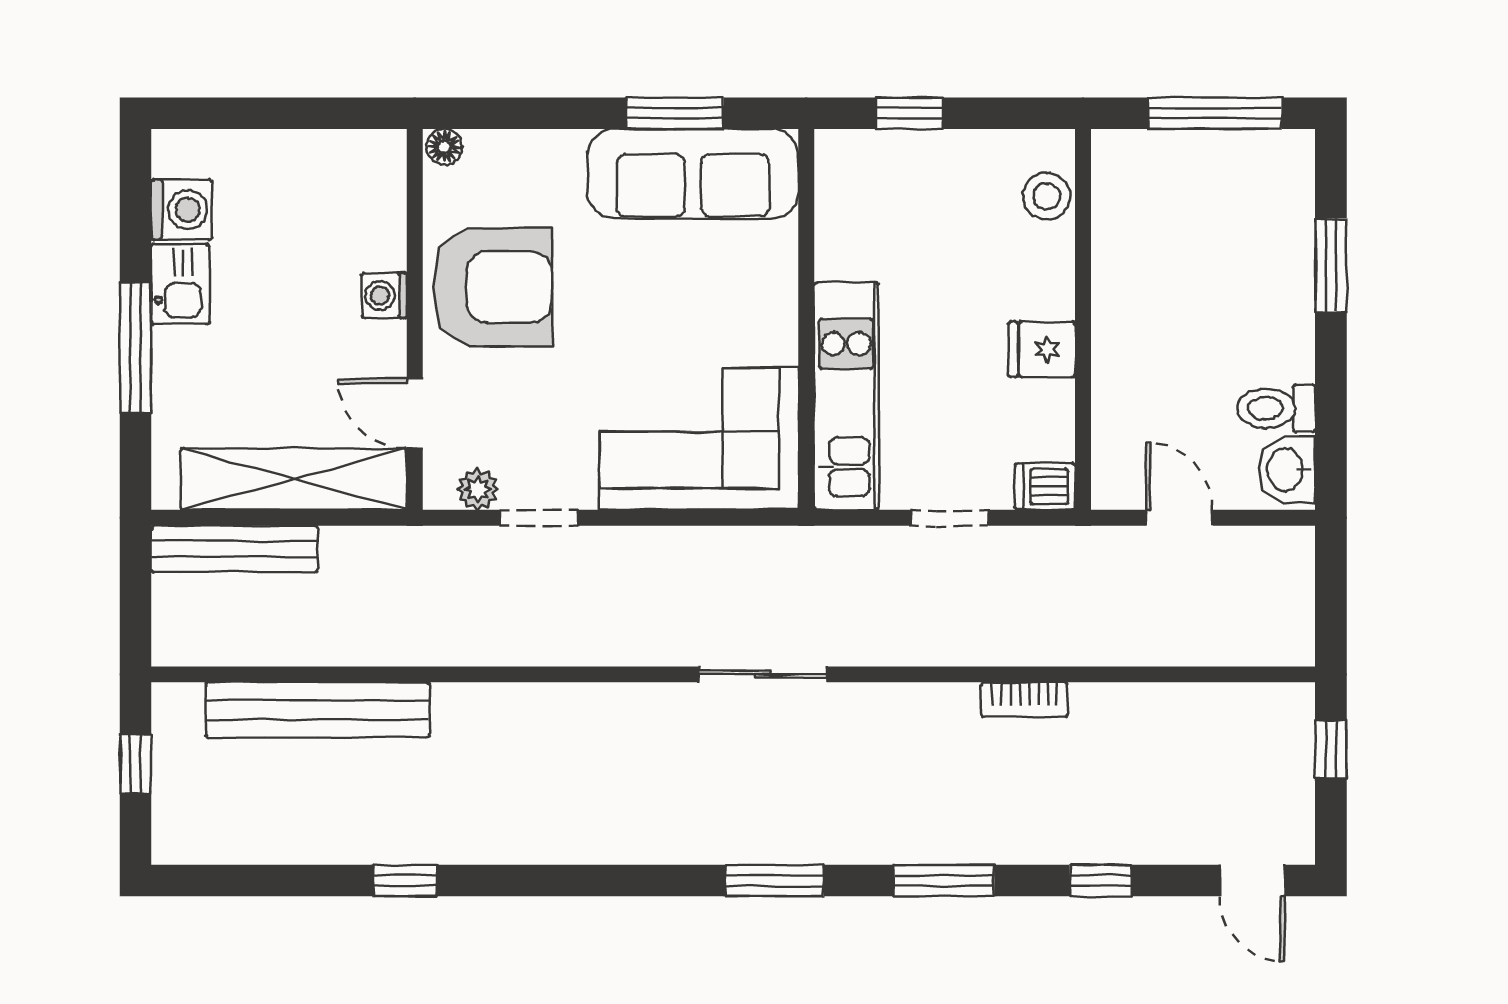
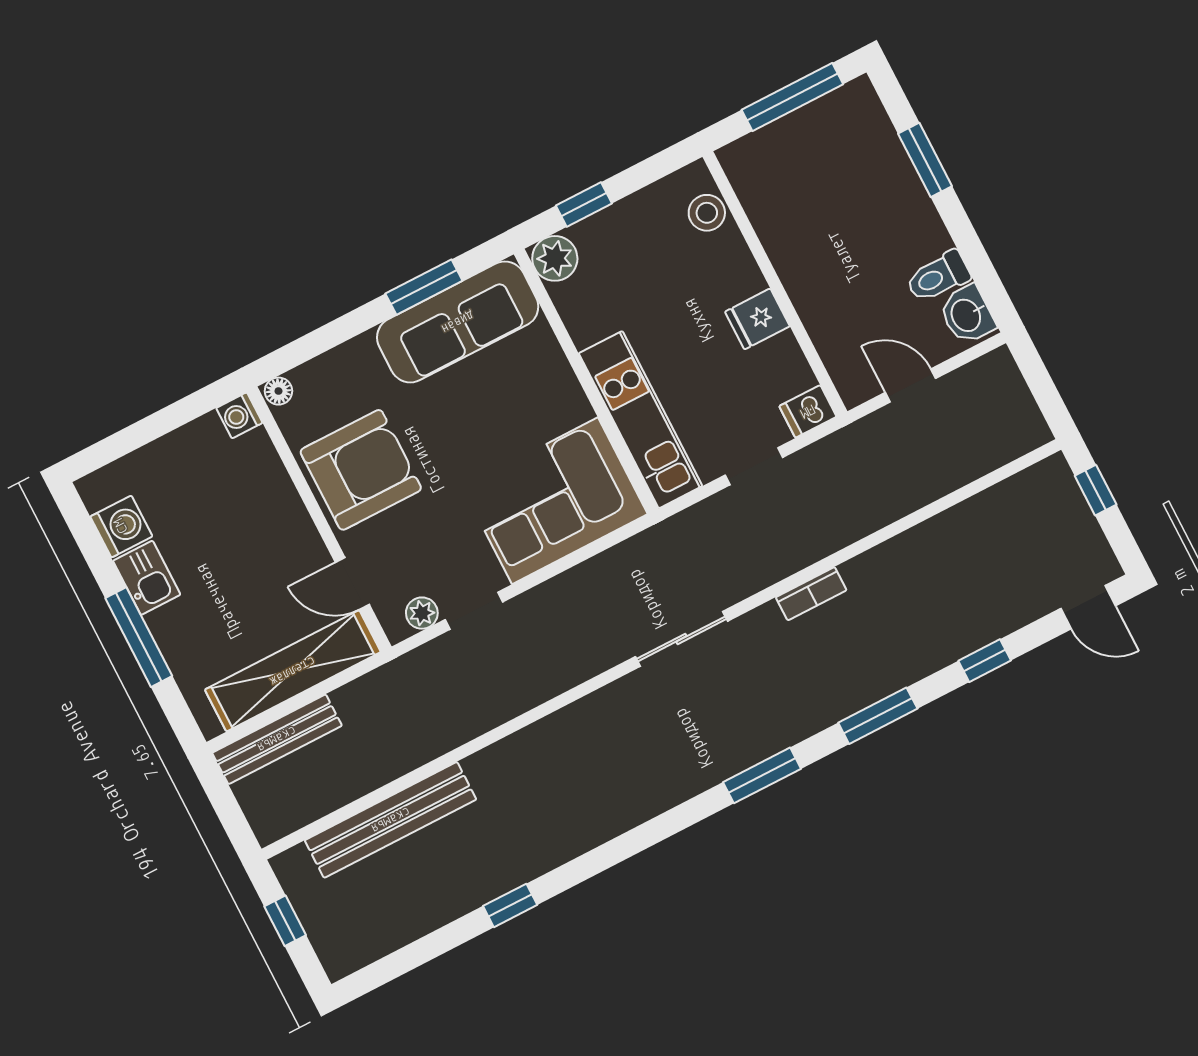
plant: (843, 158) -> (555, 258), added
washing machine: (384, 295) -> (239, 415), moved
bookcase: (1024, 699) -> (811, 594), moved

